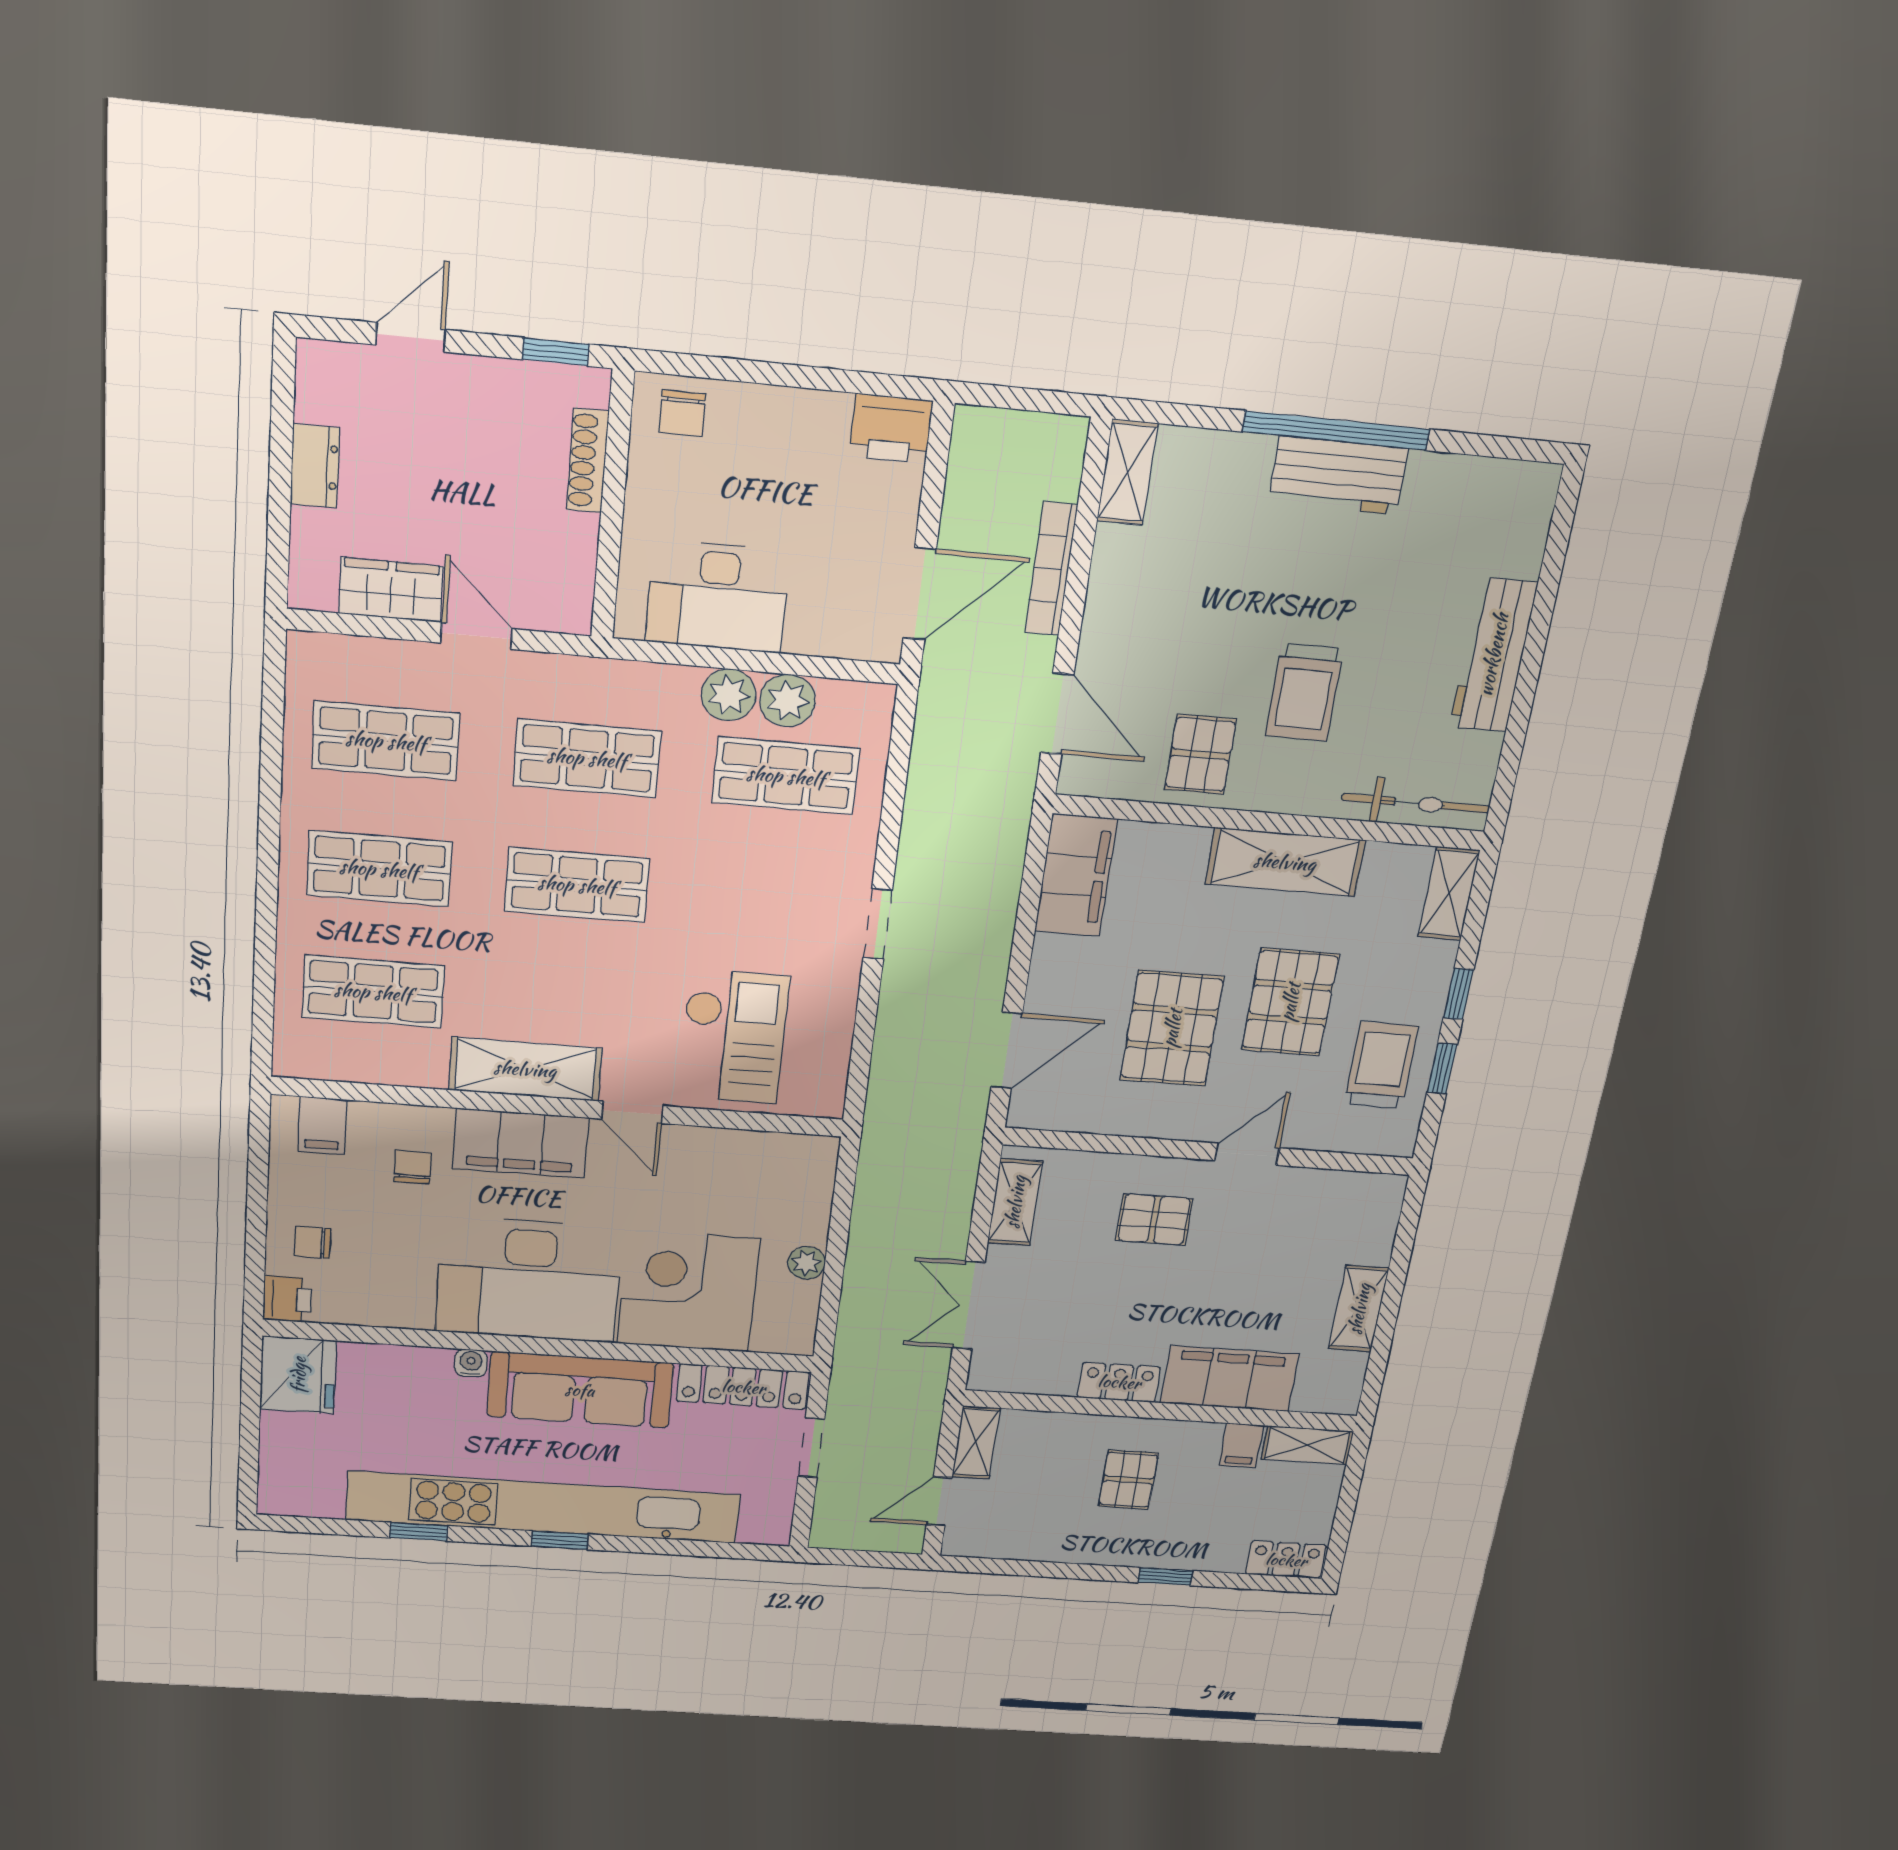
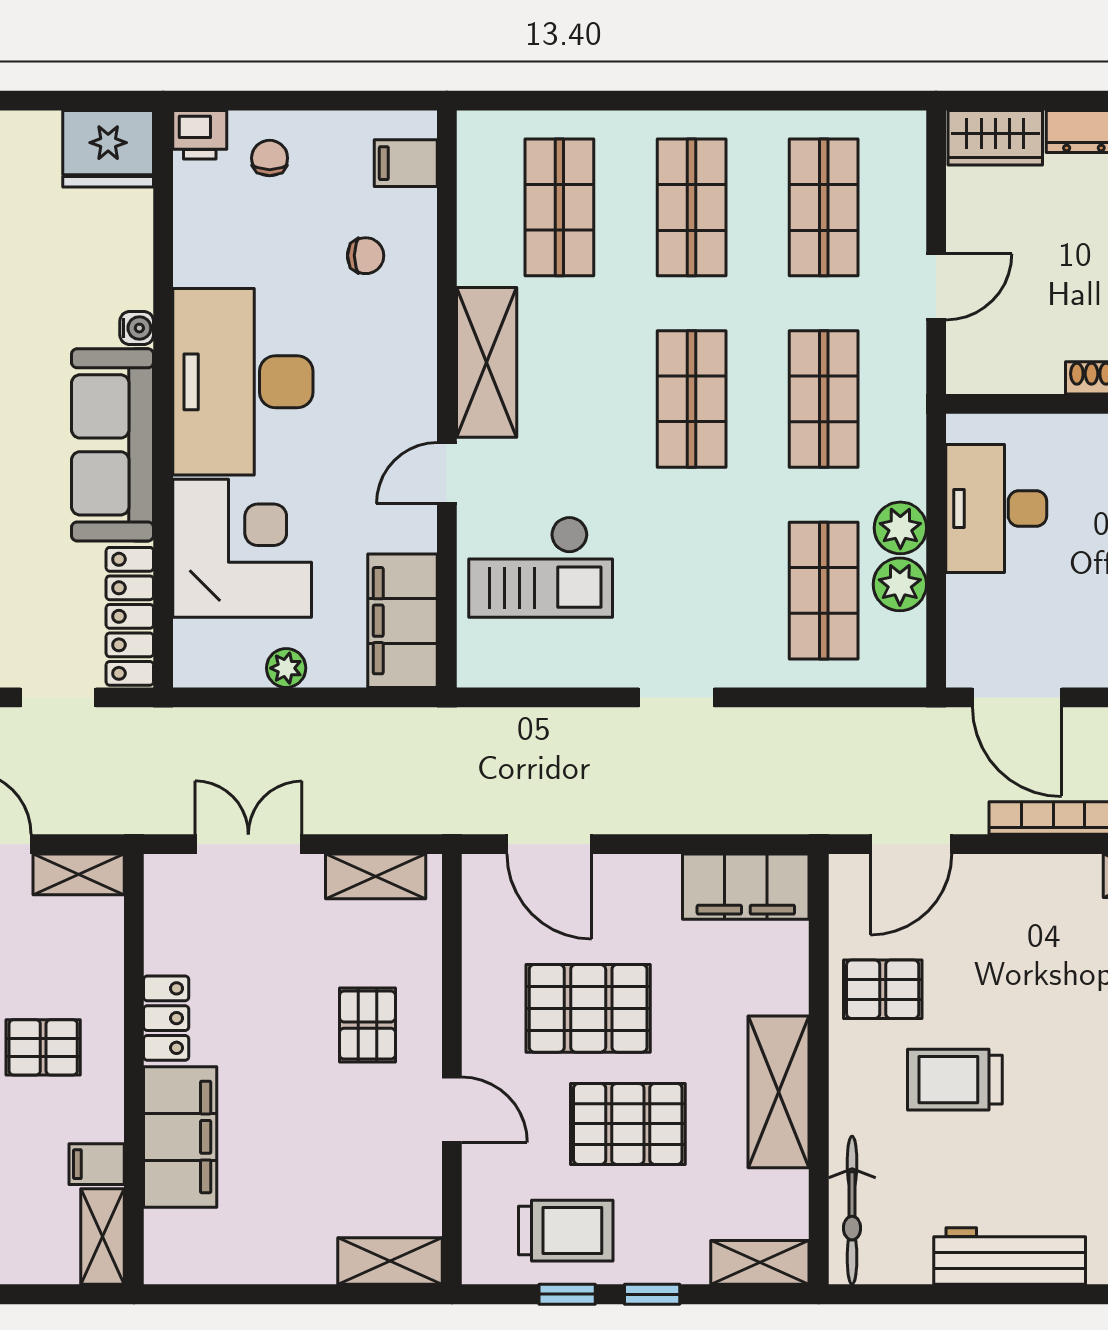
wardrobe: (391, 590) -> (995, 138), moved, turned 90
filing cabinet: (521, 1143) -> (402, 621), moved
shelving: (1359, 1309) -> (390, 1261), moved

